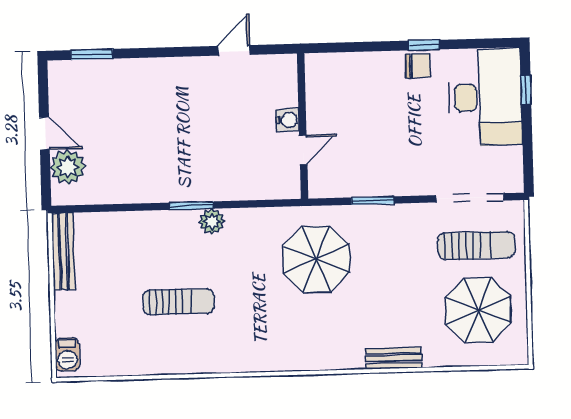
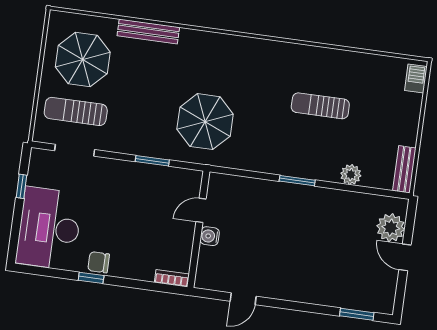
bookcase: (325, 61) -> (172, 278), added
window: (526, 90) -> (22, 186), moved
doorway: (470, 198) -> (75, 150), width x0.73
plant: (212, 222) -> (351, 175), moved
bench: (63, 251) -> (404, 169), width x0.73
bench: (394, 358) -> (148, 31), width x1.36

